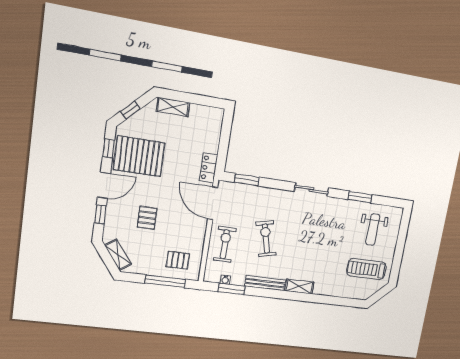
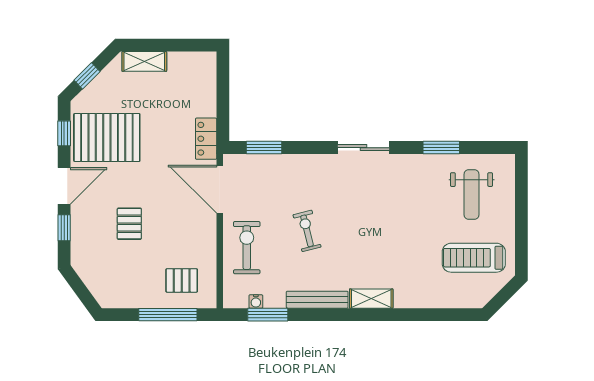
exercise bike: (266, 239) -> (307, 231), width x0.73, depth x0.72
shelving: (118, 255) -> (96, 283), removed

